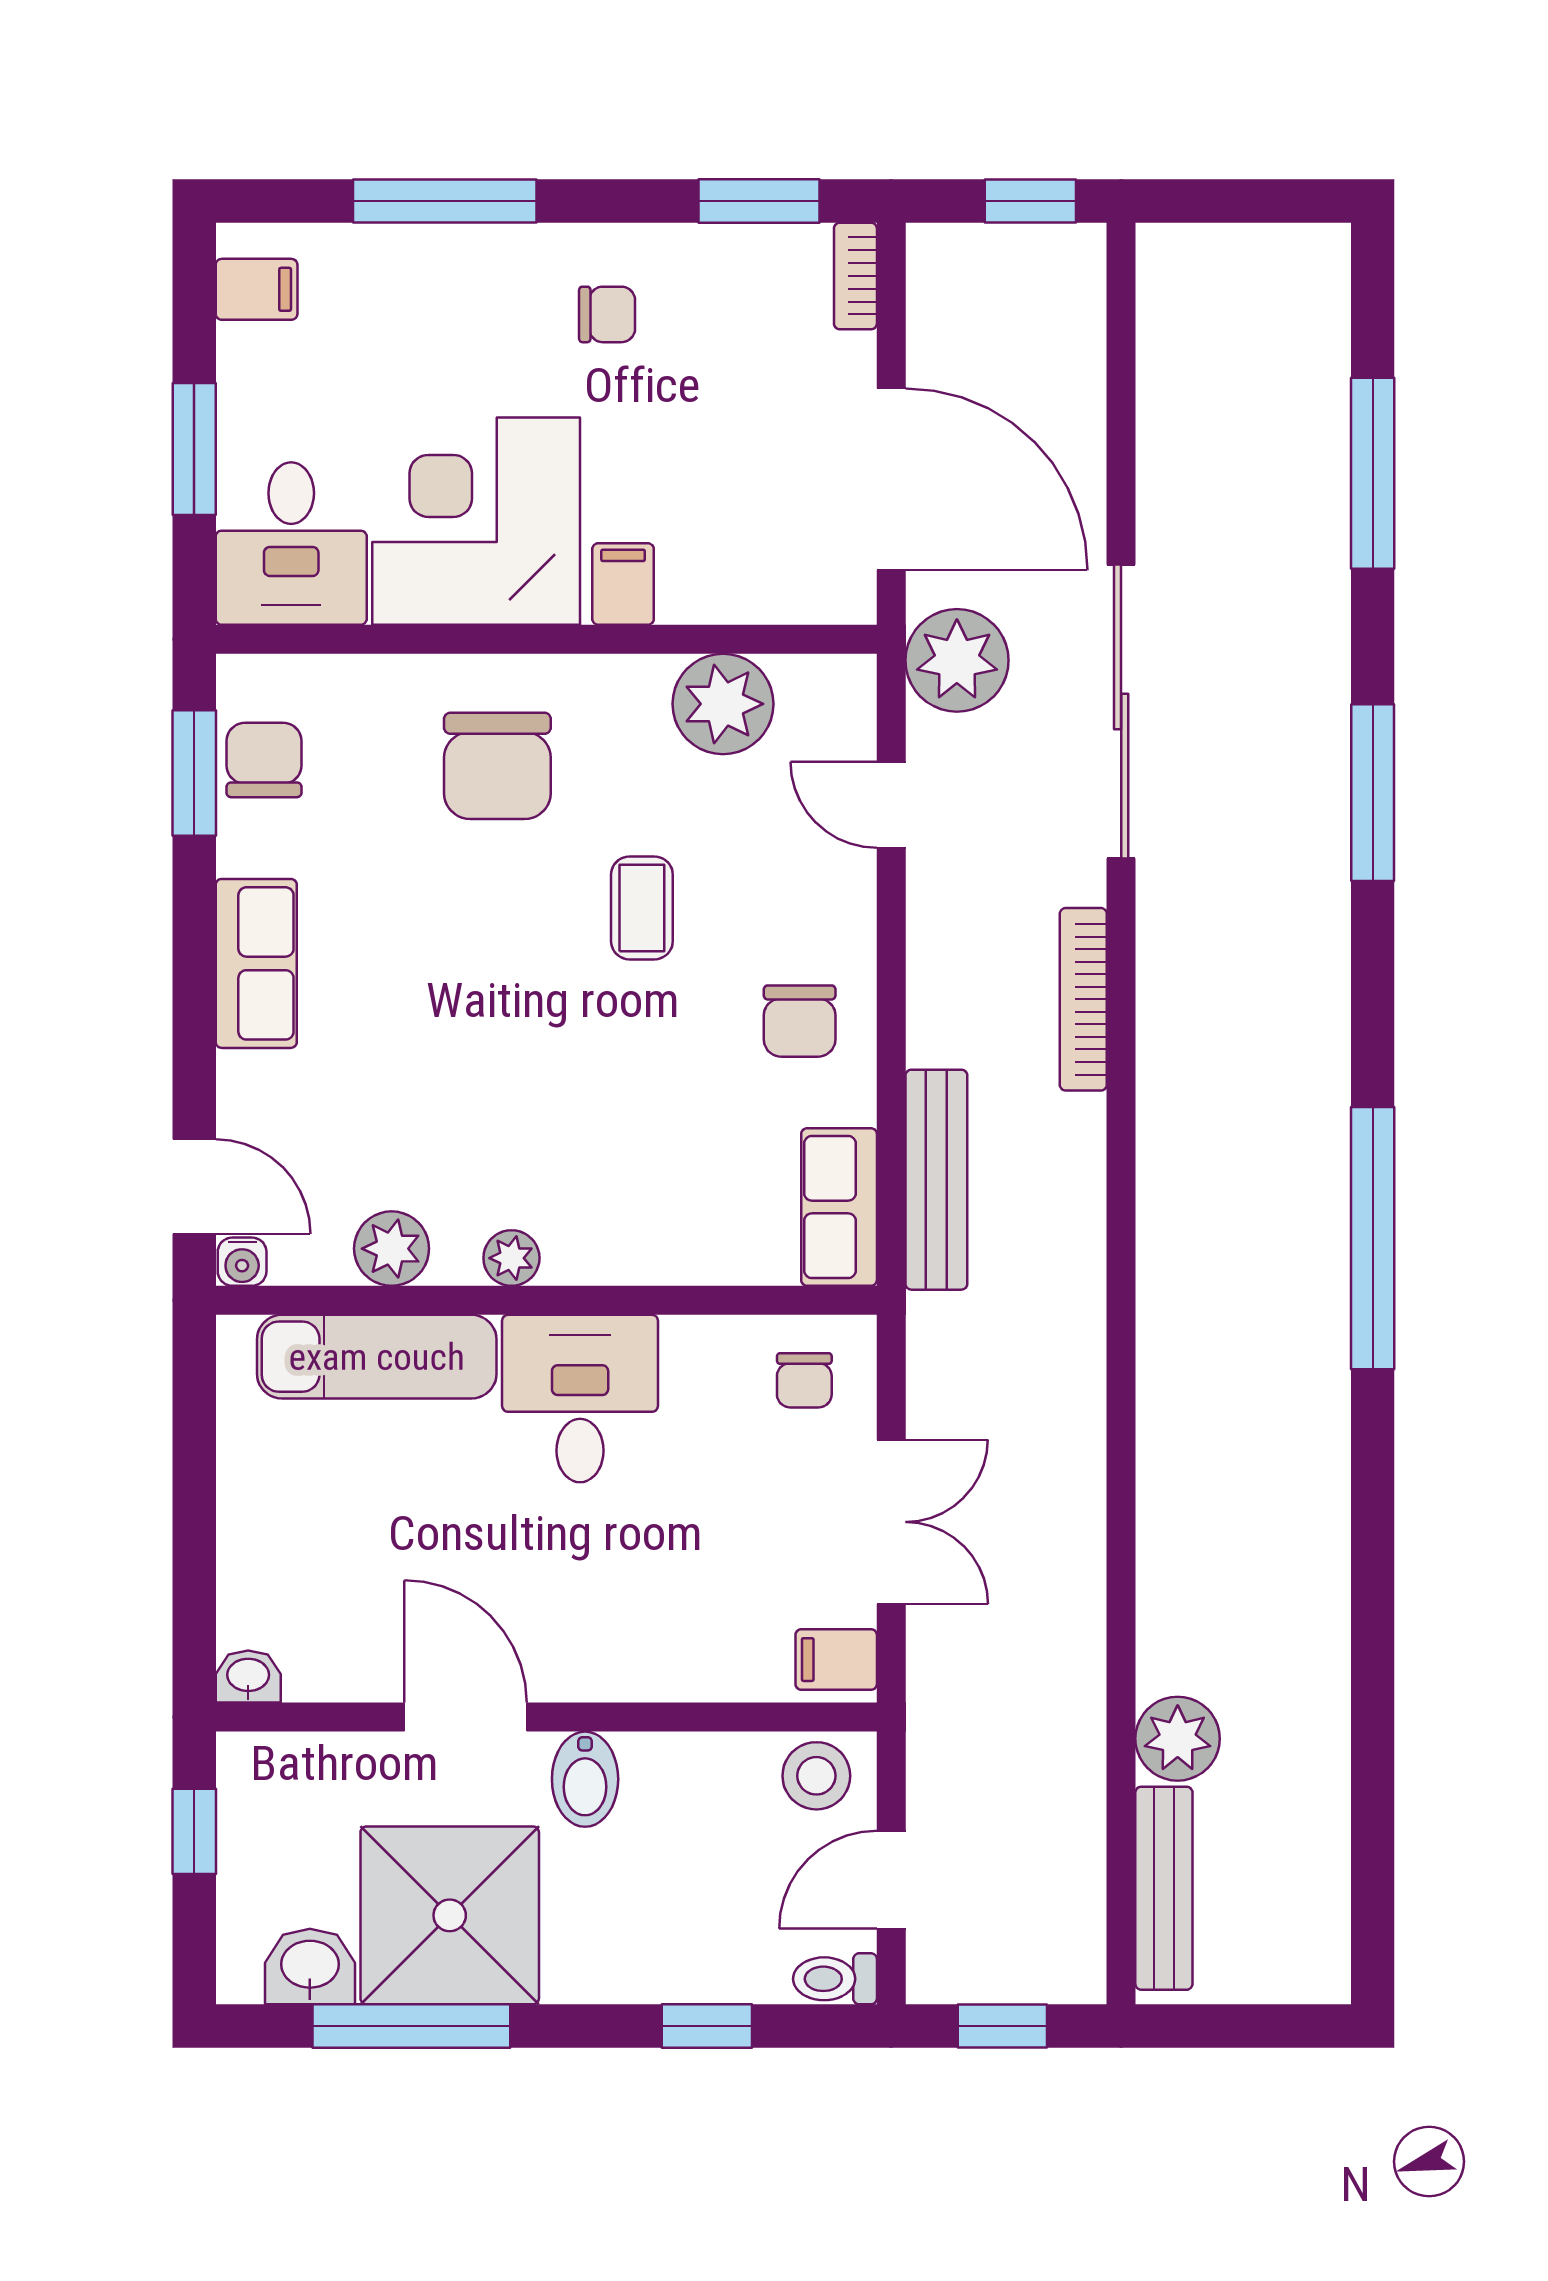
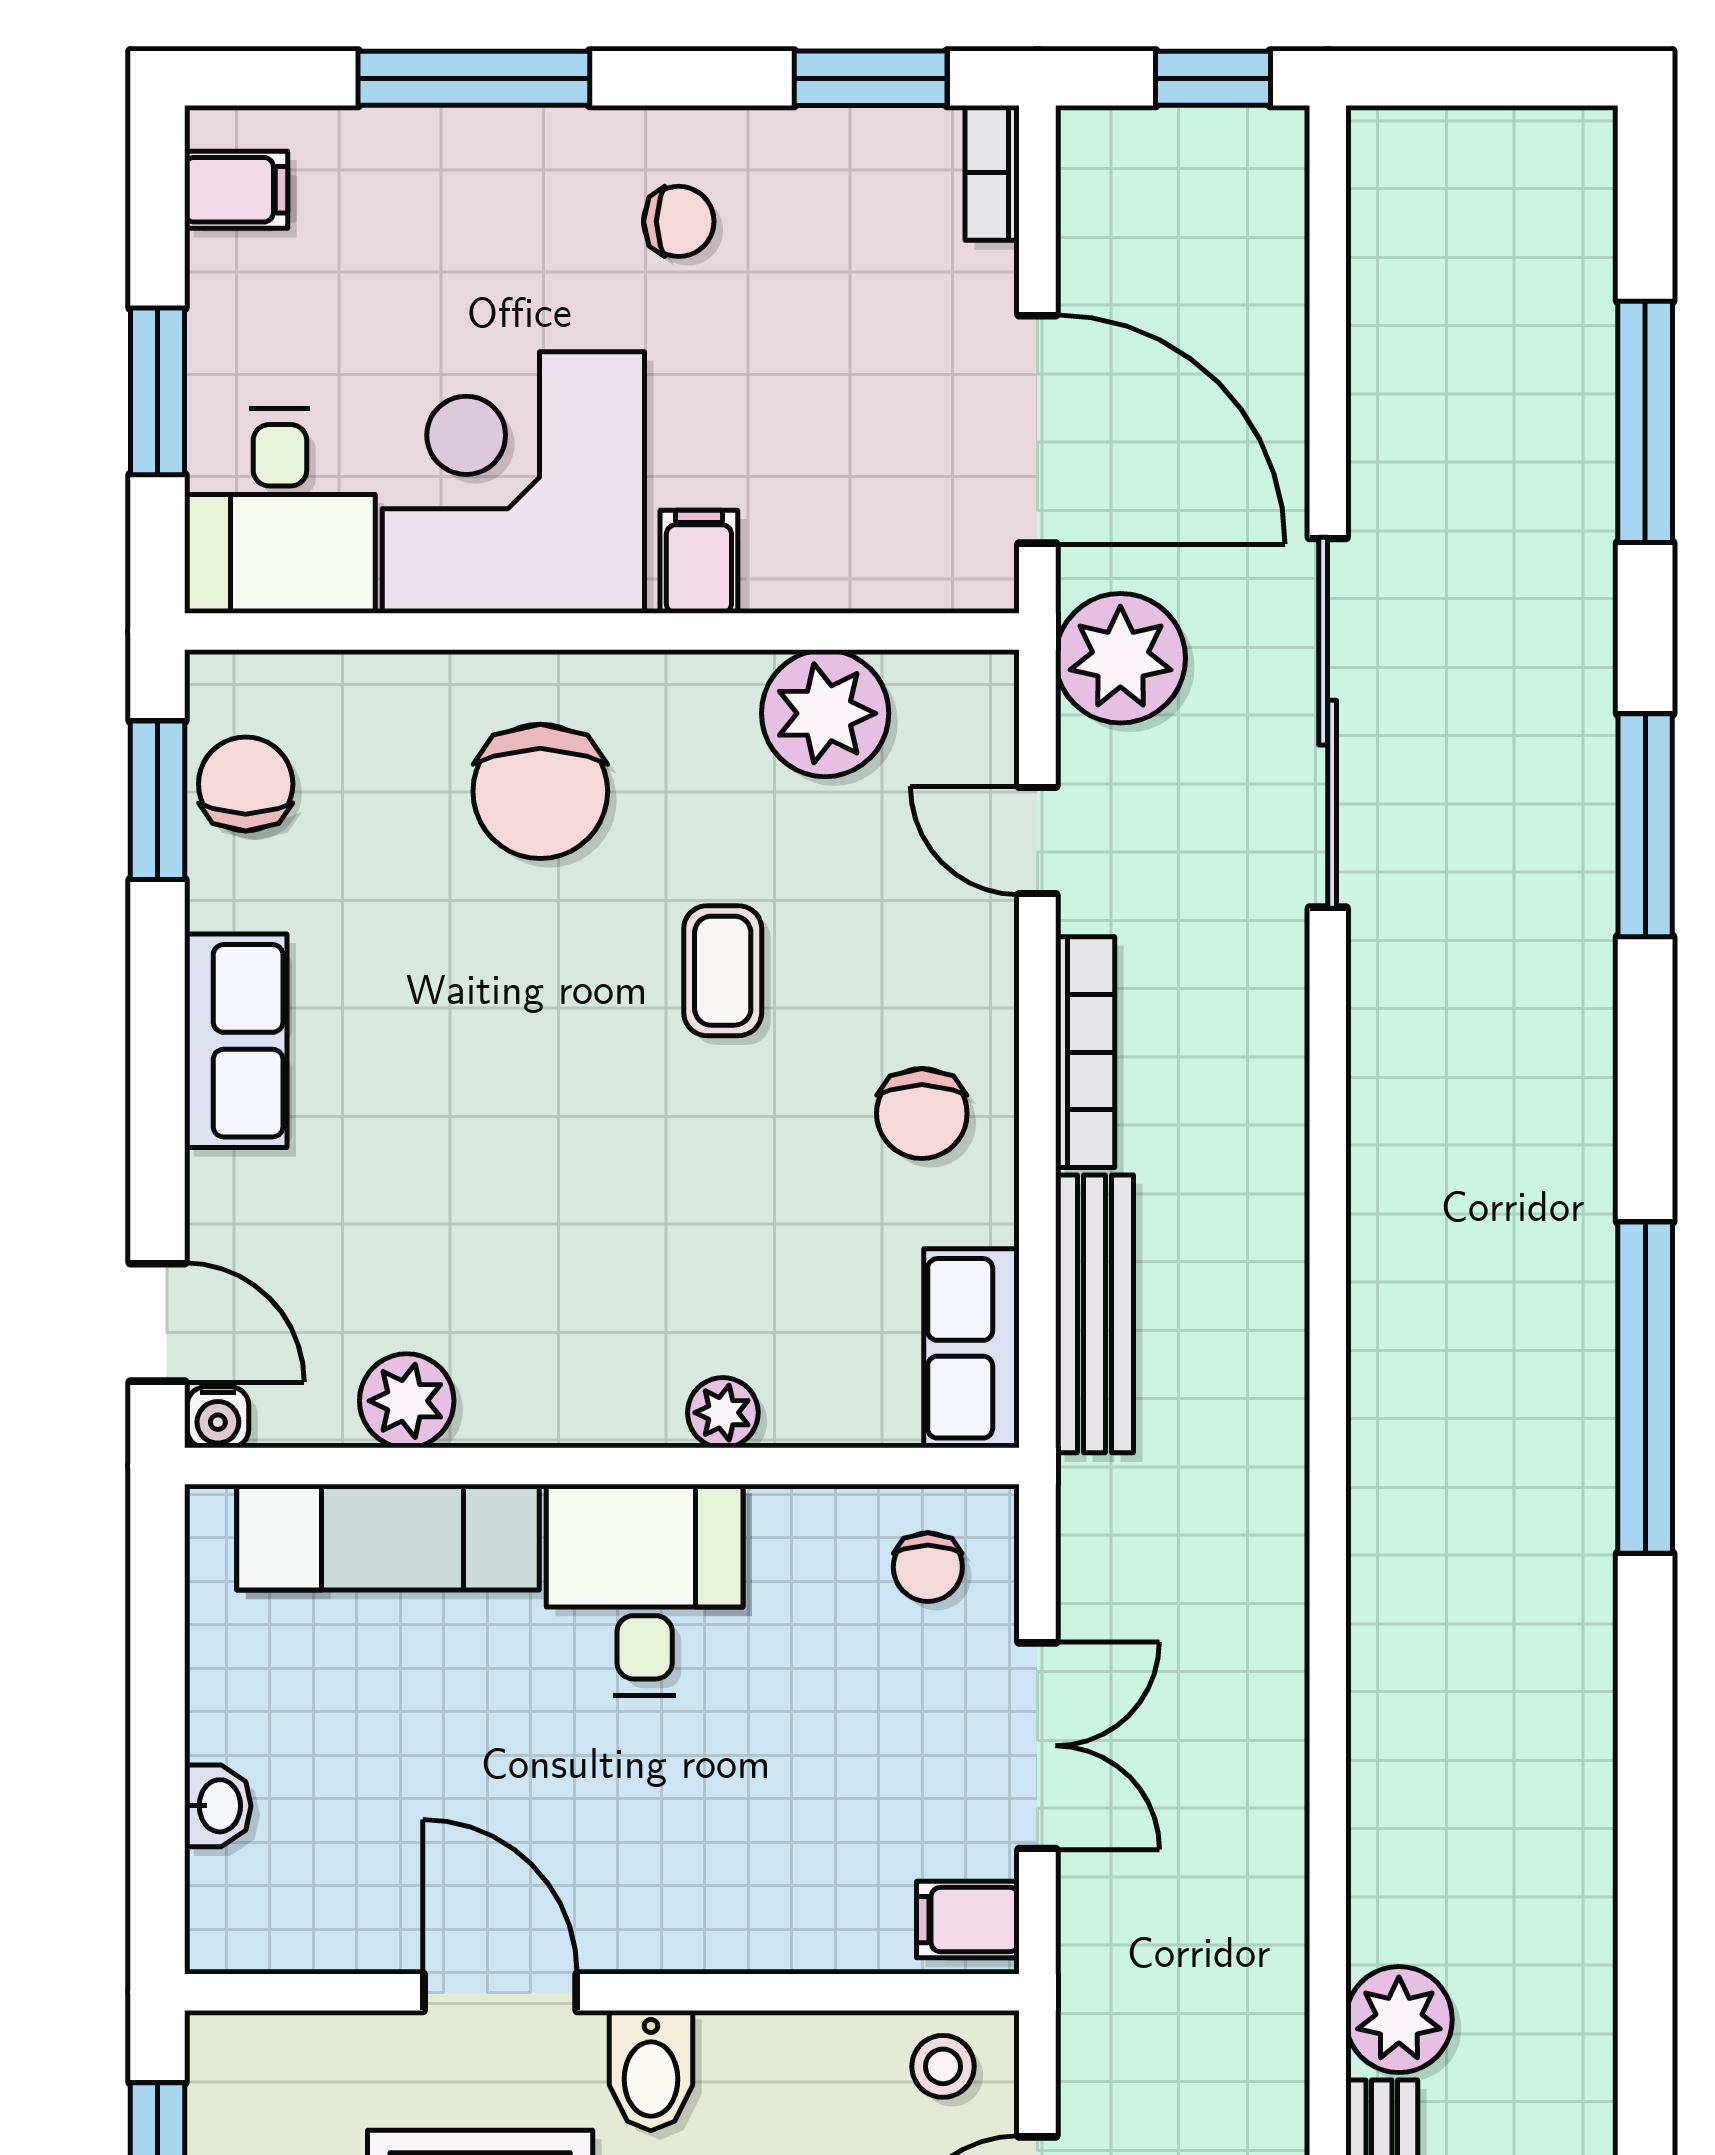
bookcase: (1083, 999) -> (1085, 1052), moved, turned 180
plant: (511, 1258) -> (723, 1413), moved
washbasin: (248, 1676) -> (218, 1806), moved, turned 90
stool: (816, 1776) -> (943, 2066), width x0.73, depth x0.73

